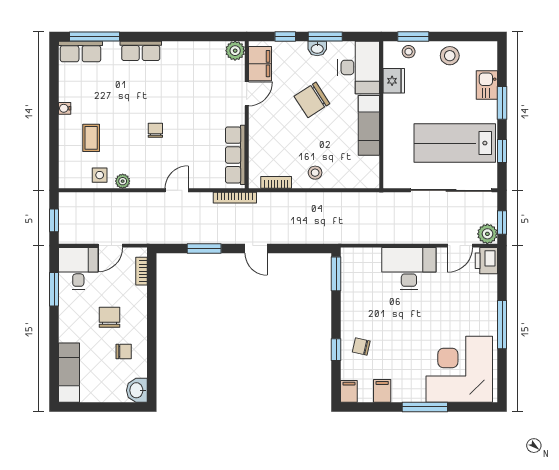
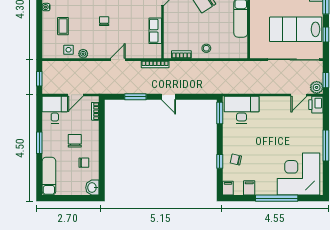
row of seats: (235, 155) -> (155, 31), width x0.68
desk: (409, 269) -> (242, 110), moved
window: (54, 289) -> (39, 143), moved
window: (425, 407) -> (277, 198), width x1.46

